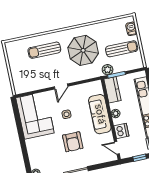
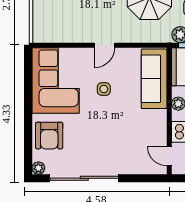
sofa: (100, 114) -> (154, 79), moved
armchair: (73, 142) -> (49, 136), moved

